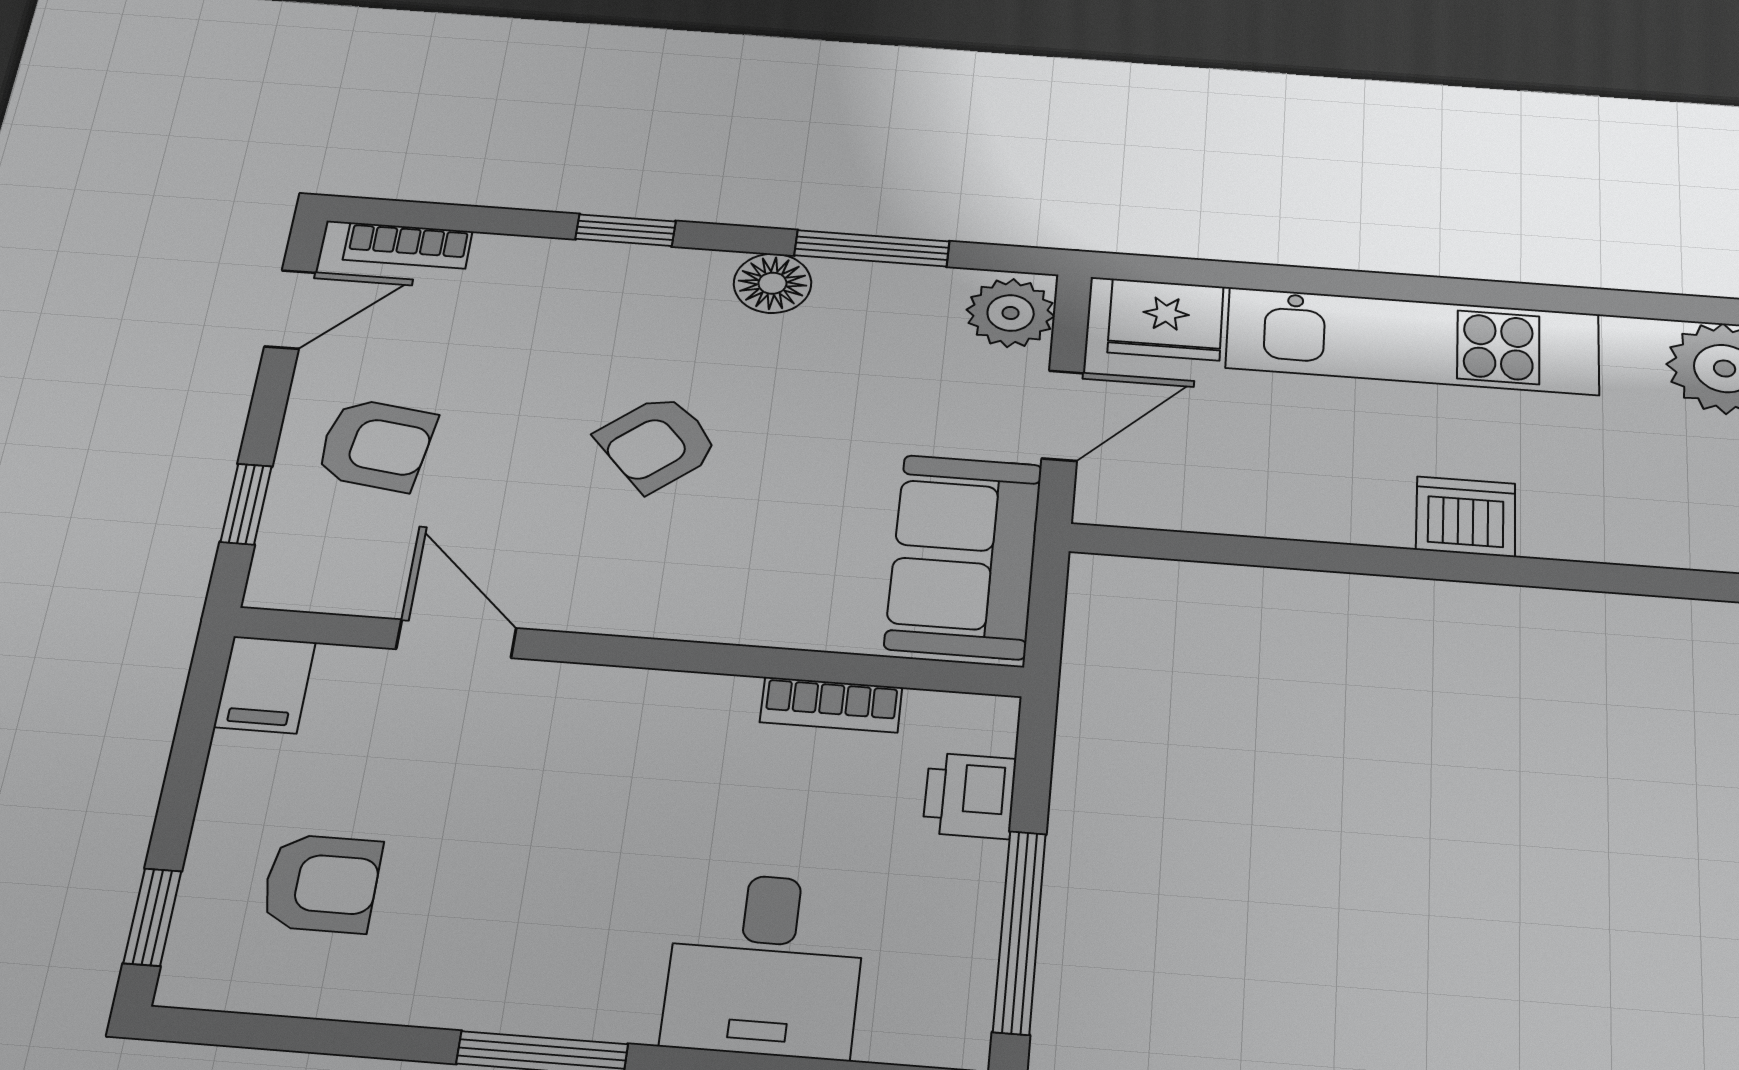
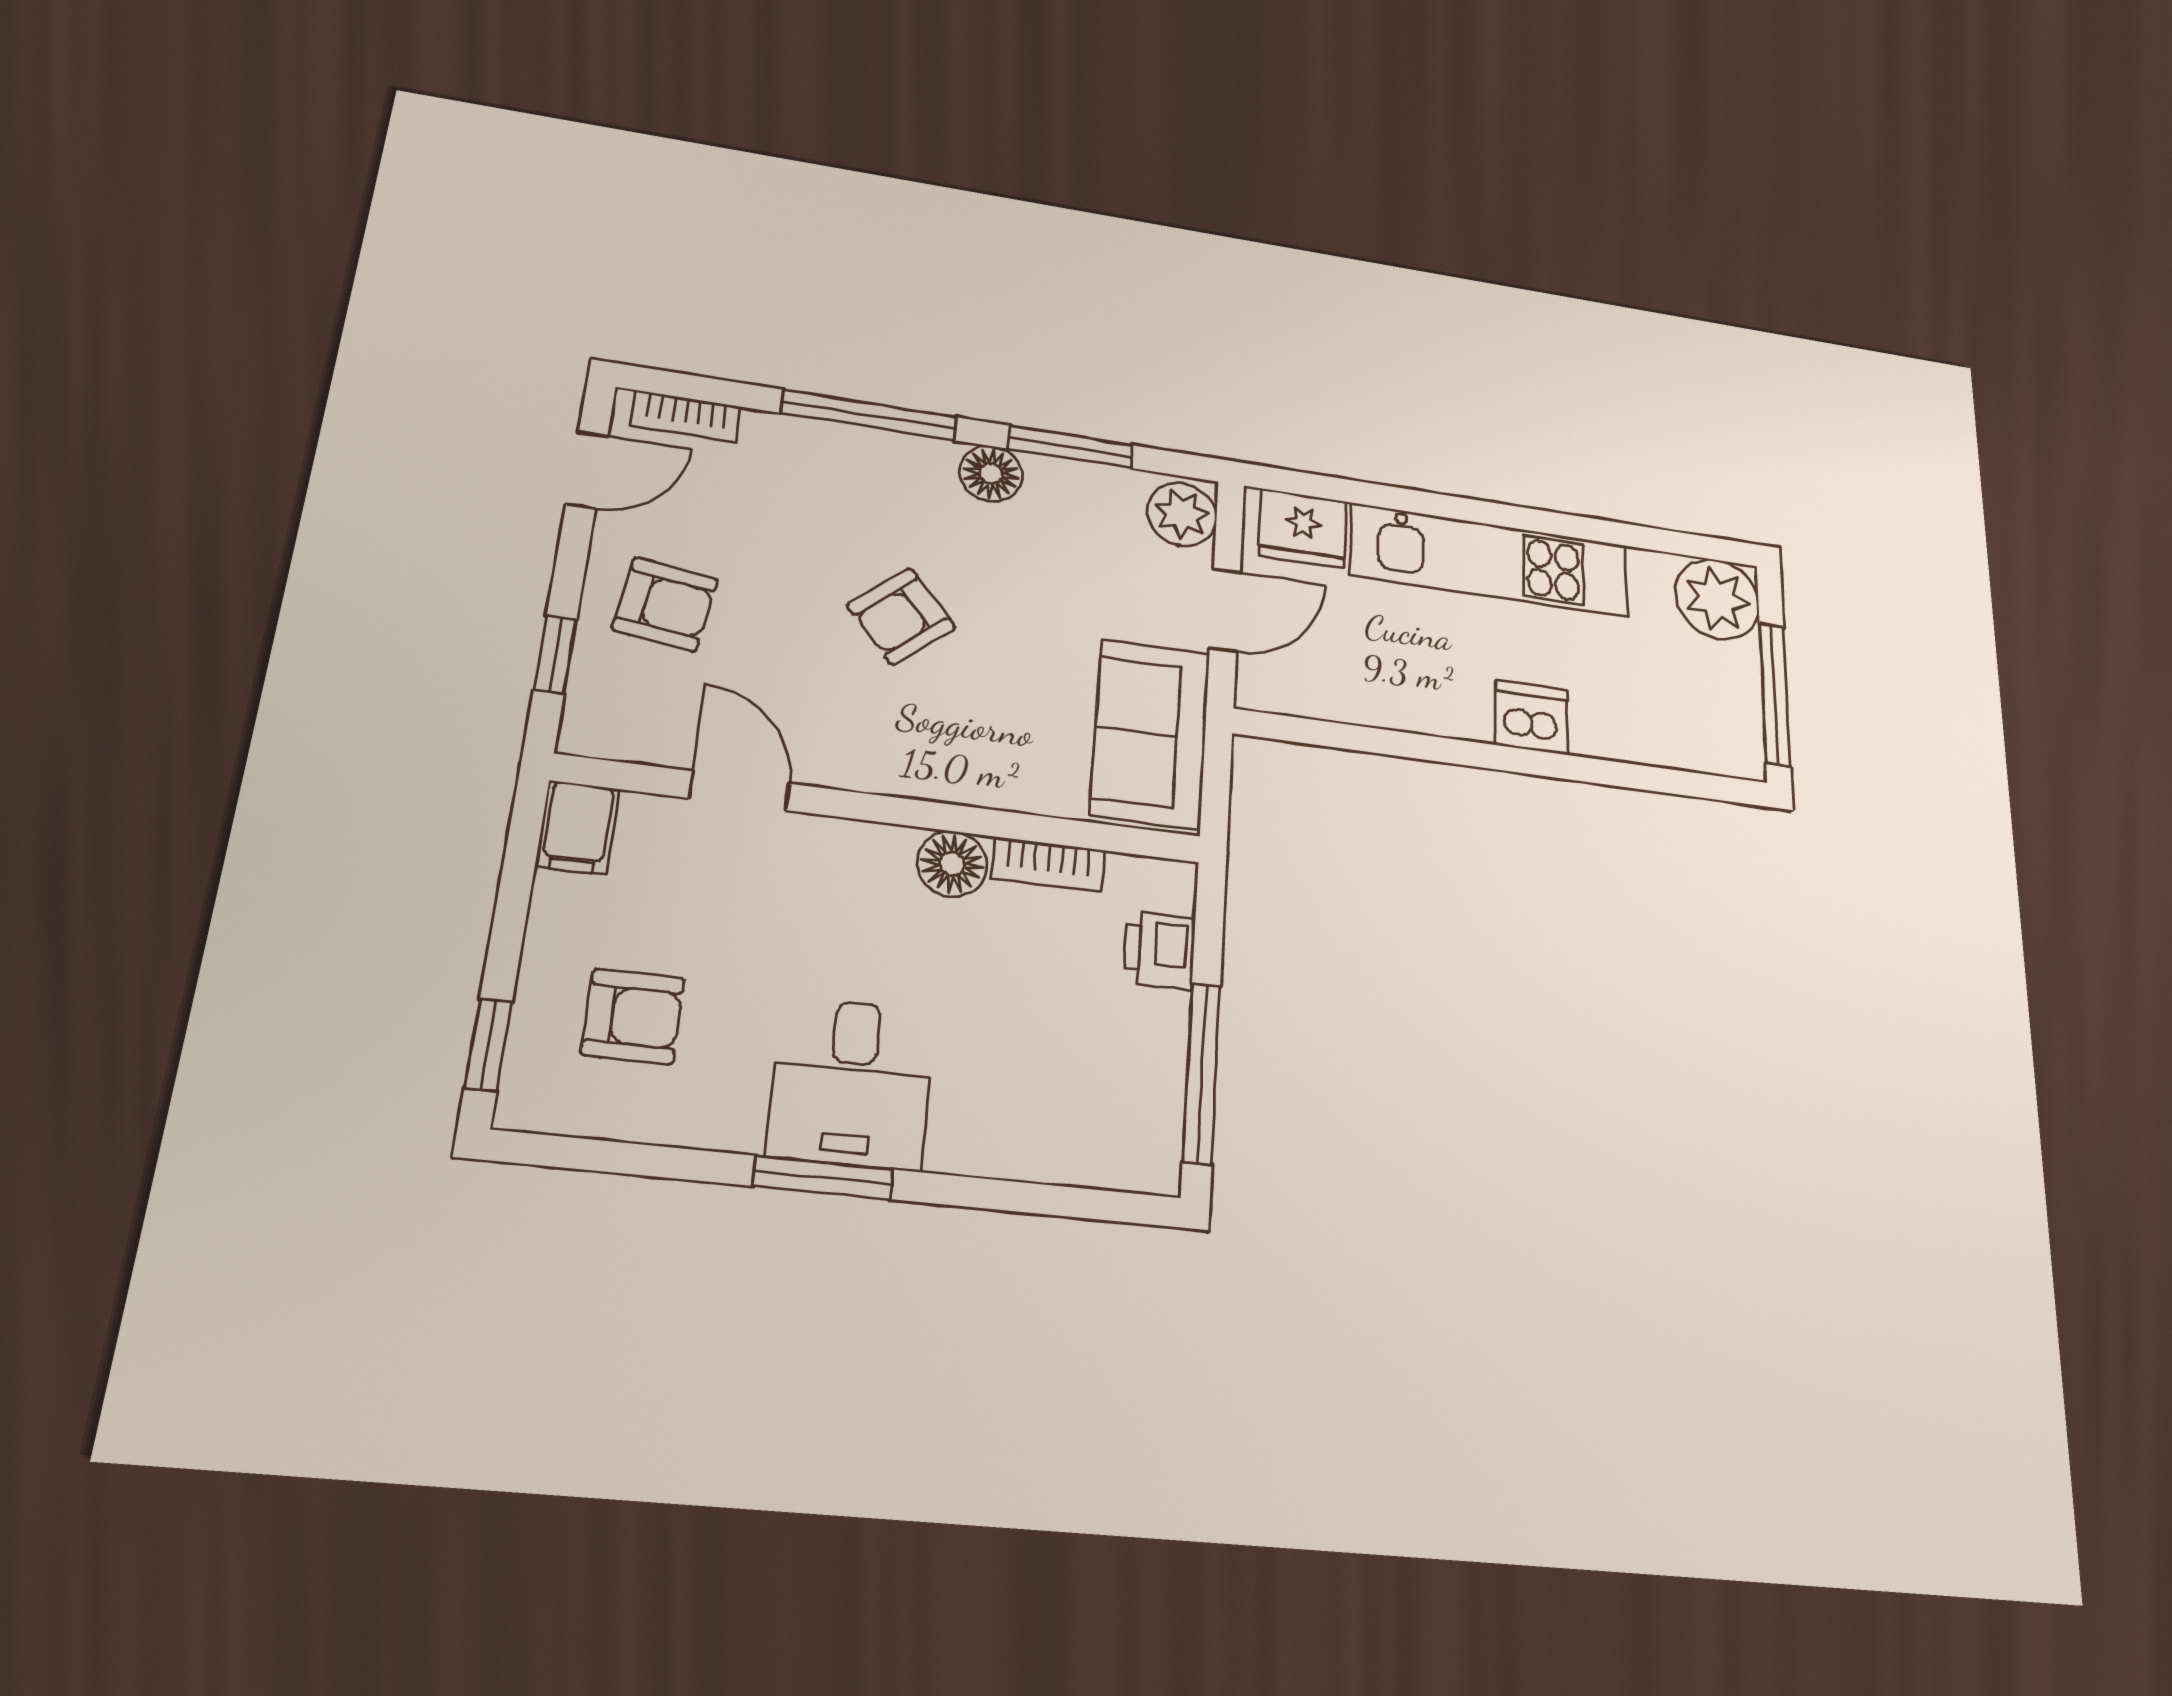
window: (626, 230) -> (869, 415), width x2.17
floor lamp: (711, 708) -> (952, 864), added
desk: (765, 965) -> (851, 1083), moved

